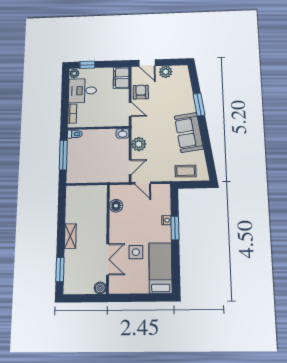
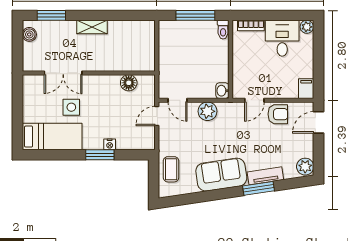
window: (87, 65) -> (319, 44), removed
plant: (166, 72) -> (305, 167), moved
filing cabinet: (121, 78) -> (306, 89), width x0.50
tv unit: (189, 100) -> (265, 176), added
boiler: (100, 288) -> (29, 34), moved

